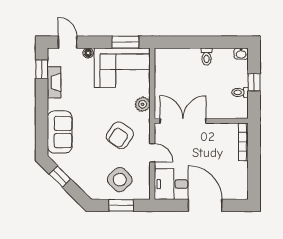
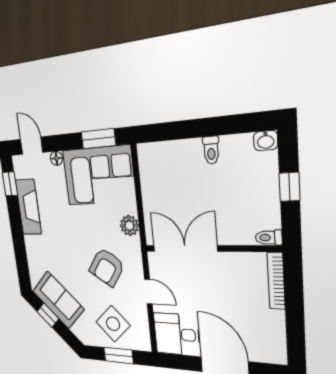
fireplace: (54, 82) -> (28, 207), width x1.37, depth x1.32
toilet: (240, 92) -> (269, 238), moved
sofa: (60, 132) -> (58, 300), moved, turned -45

